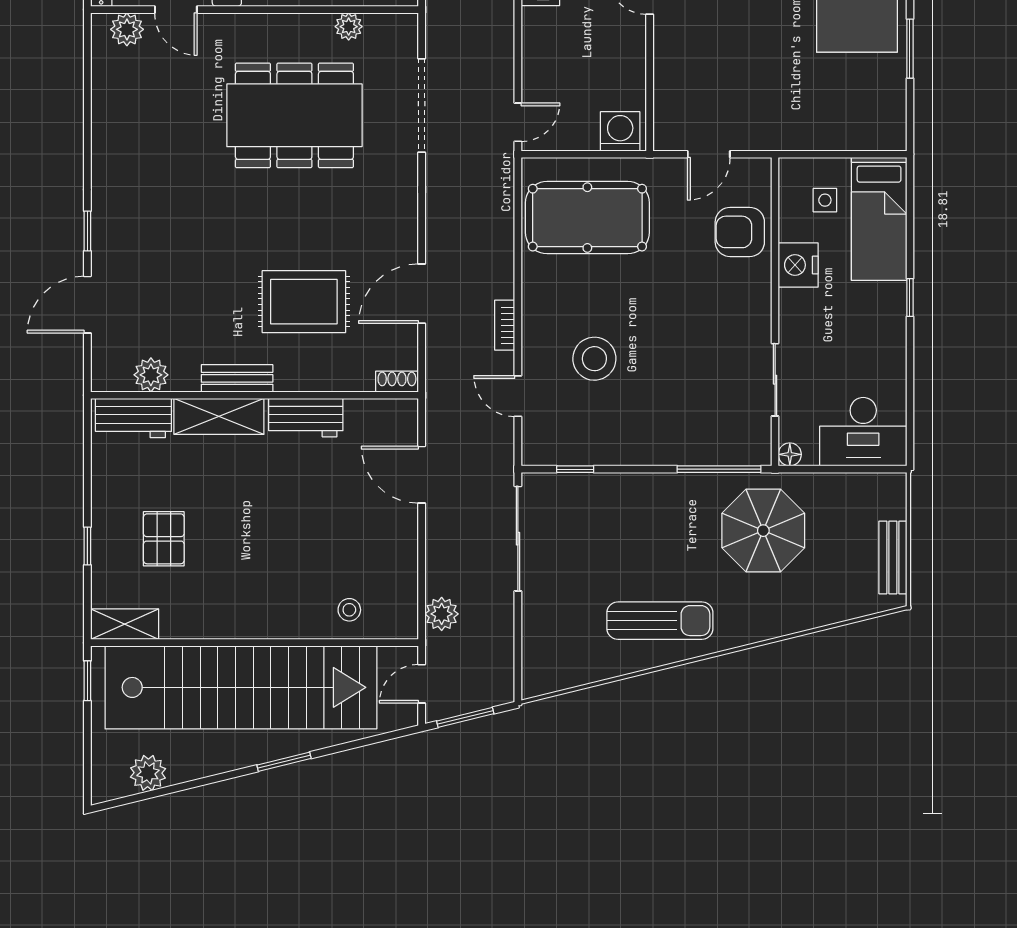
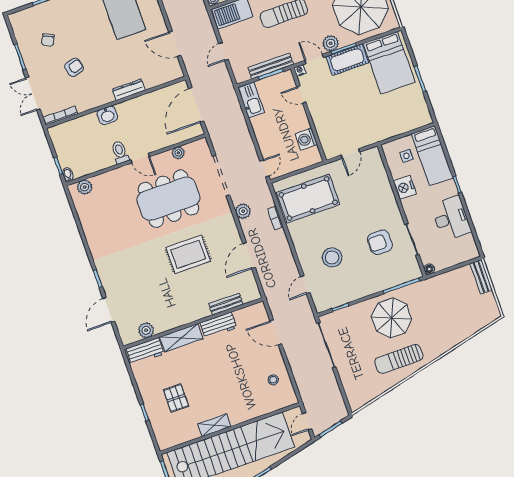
door: (176, 10) -> (140, 158), moved
washing machine: (620, 131) -> (306, 139), moved, turned -90
armchair: (740, 232) -> (380, 242), moved
rug: (304, 302) -> (188, 254), moved
bookcase: (505, 325) -> (275, 218), moved
bench: (237, 378) -> (226, 304), moved
shoe rack: (397, 382) -> (252, 297), removed
door: (518, 396) -> (305, 285), hinge flipped
desk: (863, 432) -> (451, 218), moved, turned -90
parasol: (763, 531) -> (392, 318), moved
bench: (893, 557) -> (481, 277), moved
stool: (349, 610) -> (273, 380), moved
plant: (442, 614) -> (243, 211), moved
sun lounger: (660, 621) -> (399, 359), turned 180
shelving: (125, 624) -> (214, 425), moved

